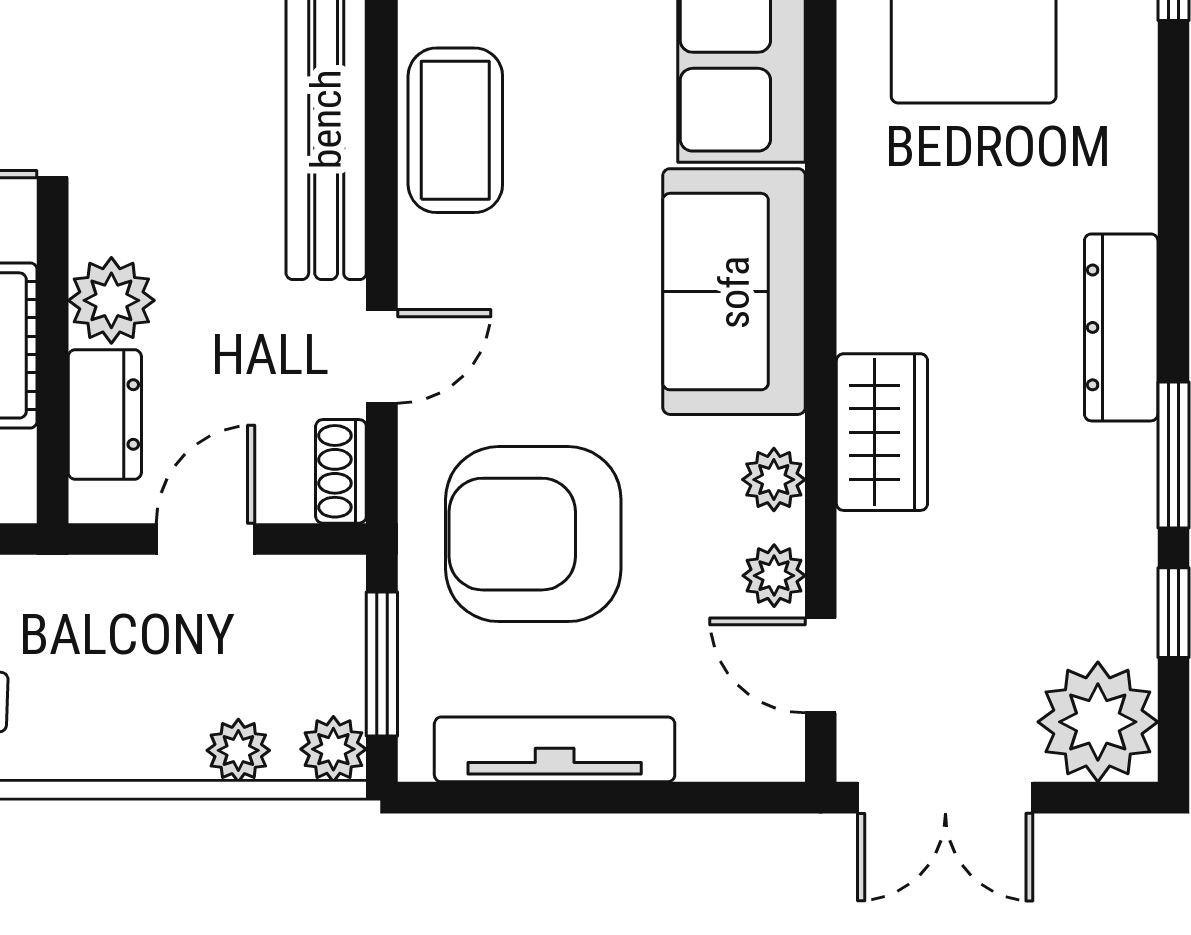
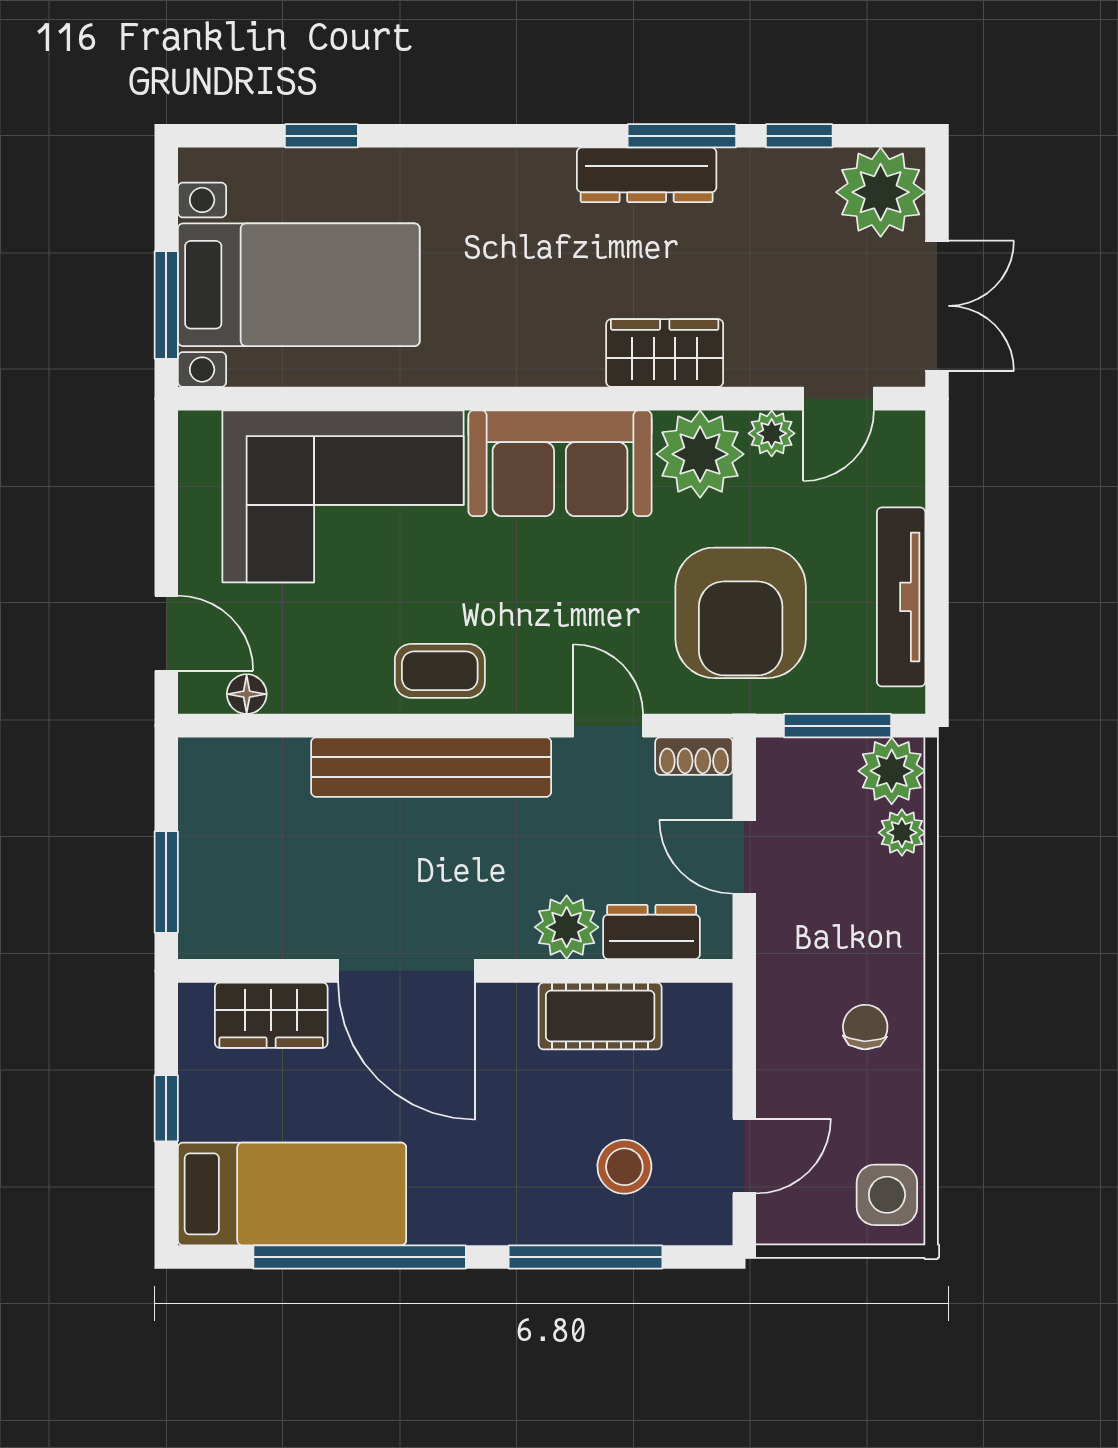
coffee table: (455, 130) -> (440, 671), width x0.73, depth x0.77
dresser: (1121, 327) -> (647, 175), moved
plant: (774, 480) -> (700, 454), width x1.87, depth x1.87
plant: (333, 749) -> (892, 771), width x1.38, depth x1.38

